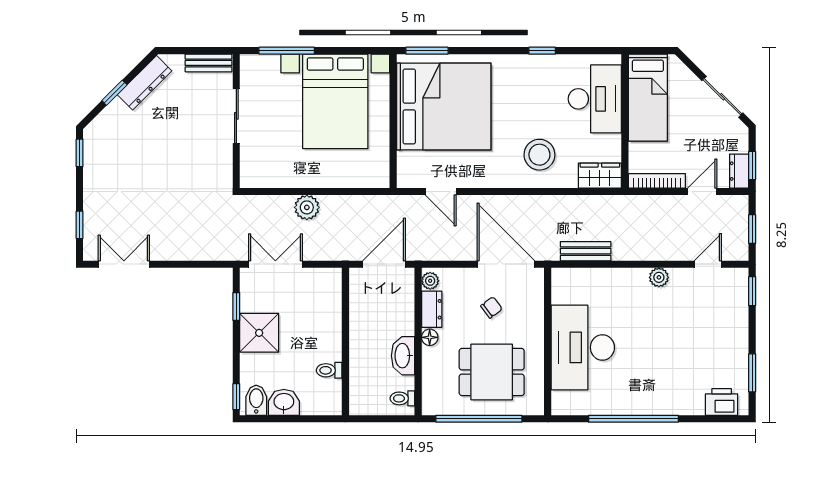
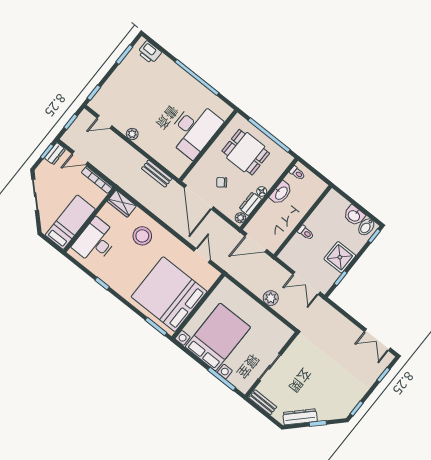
toilet: (329, 370) -> (306, 233), moved

